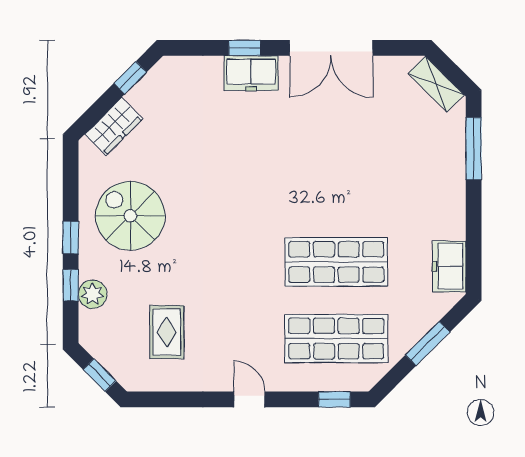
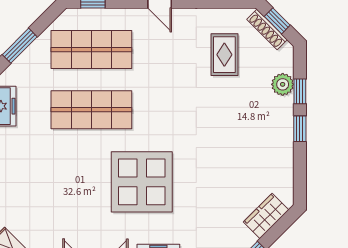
display table: (272, 170) -> (142, 182), added
spiral stairs: (130, 216) -> (253, 146), removed
shoe rack: (113, 364) -> (267, 29), added

